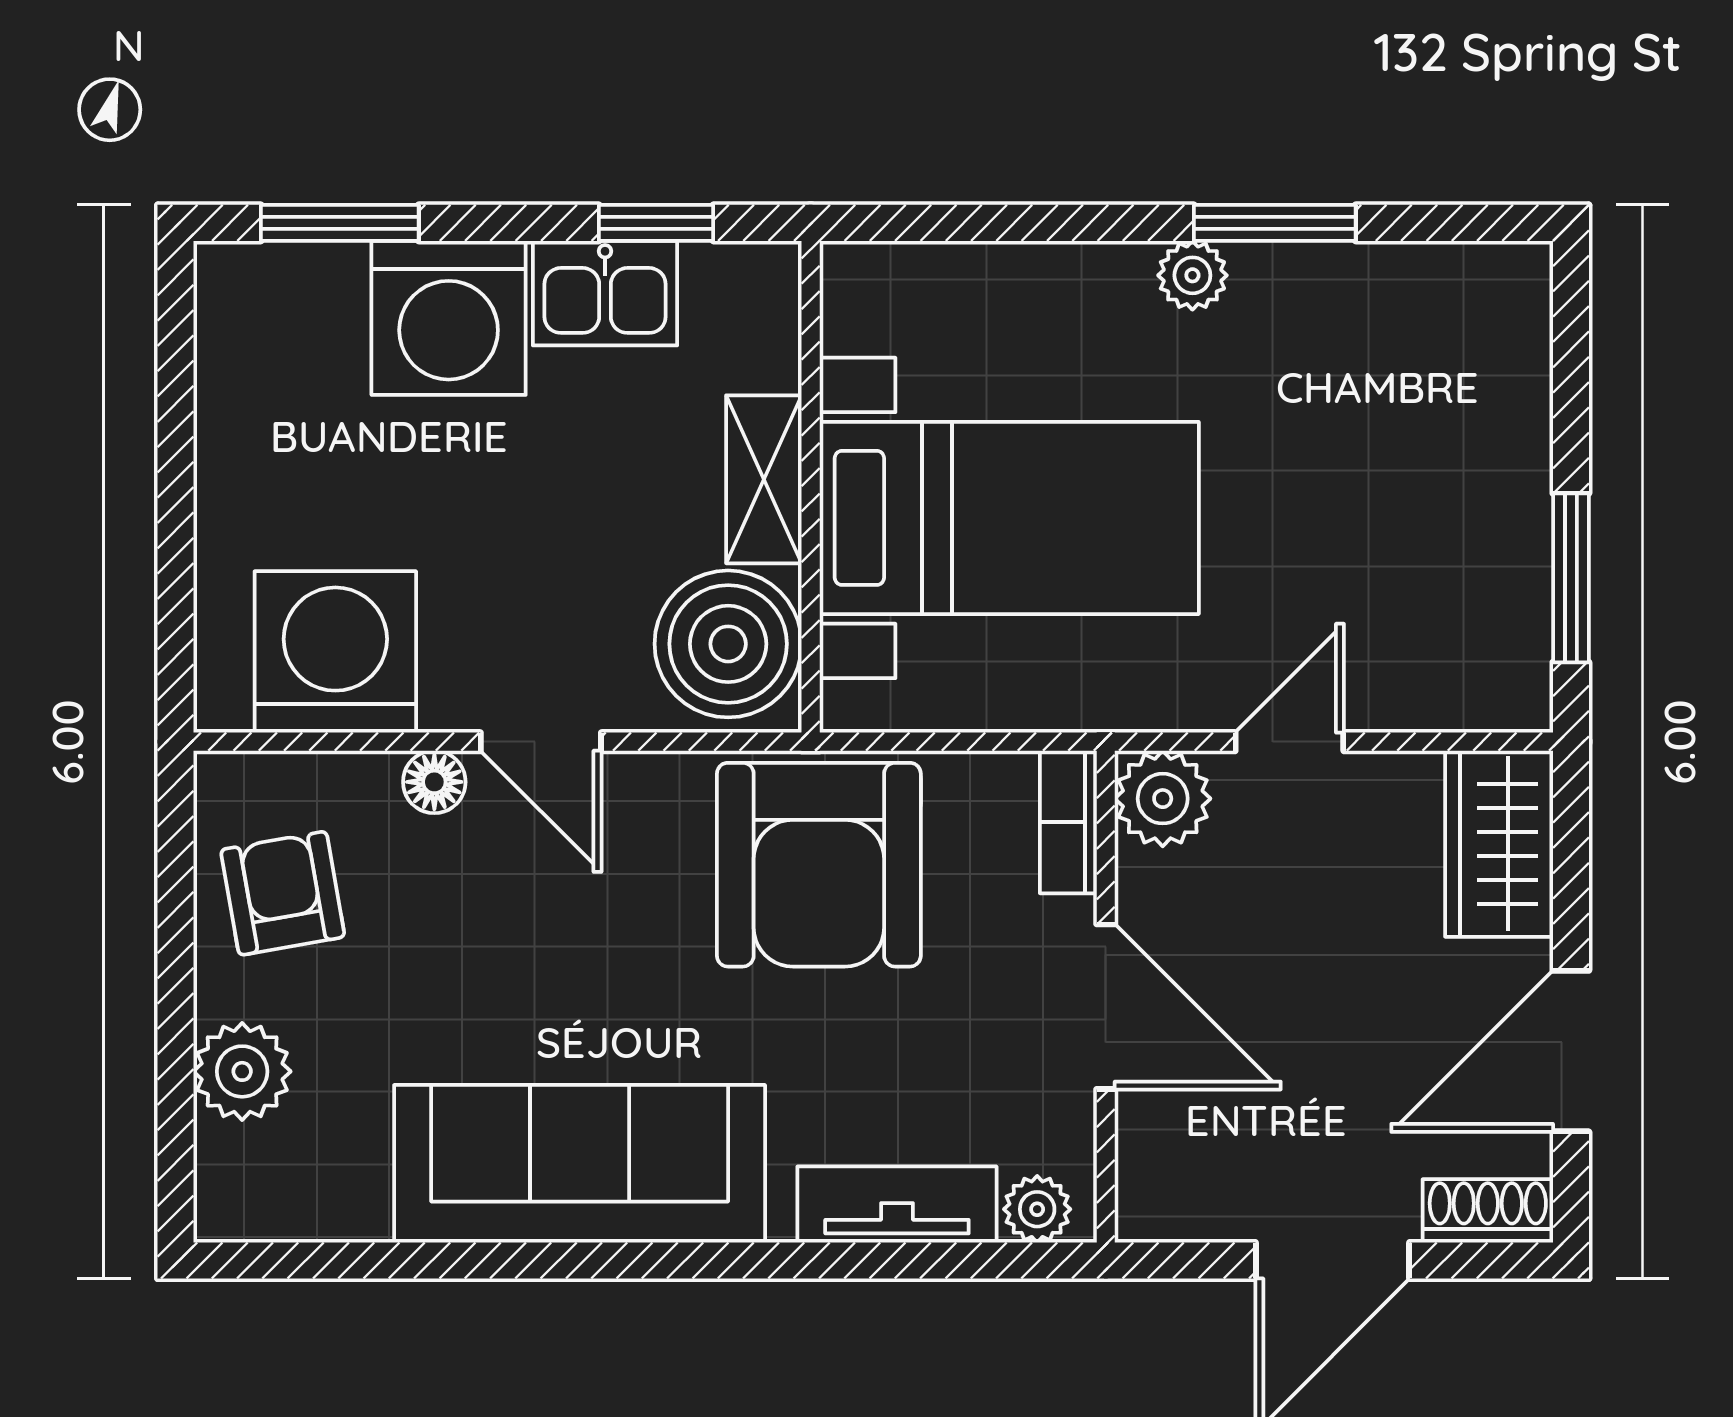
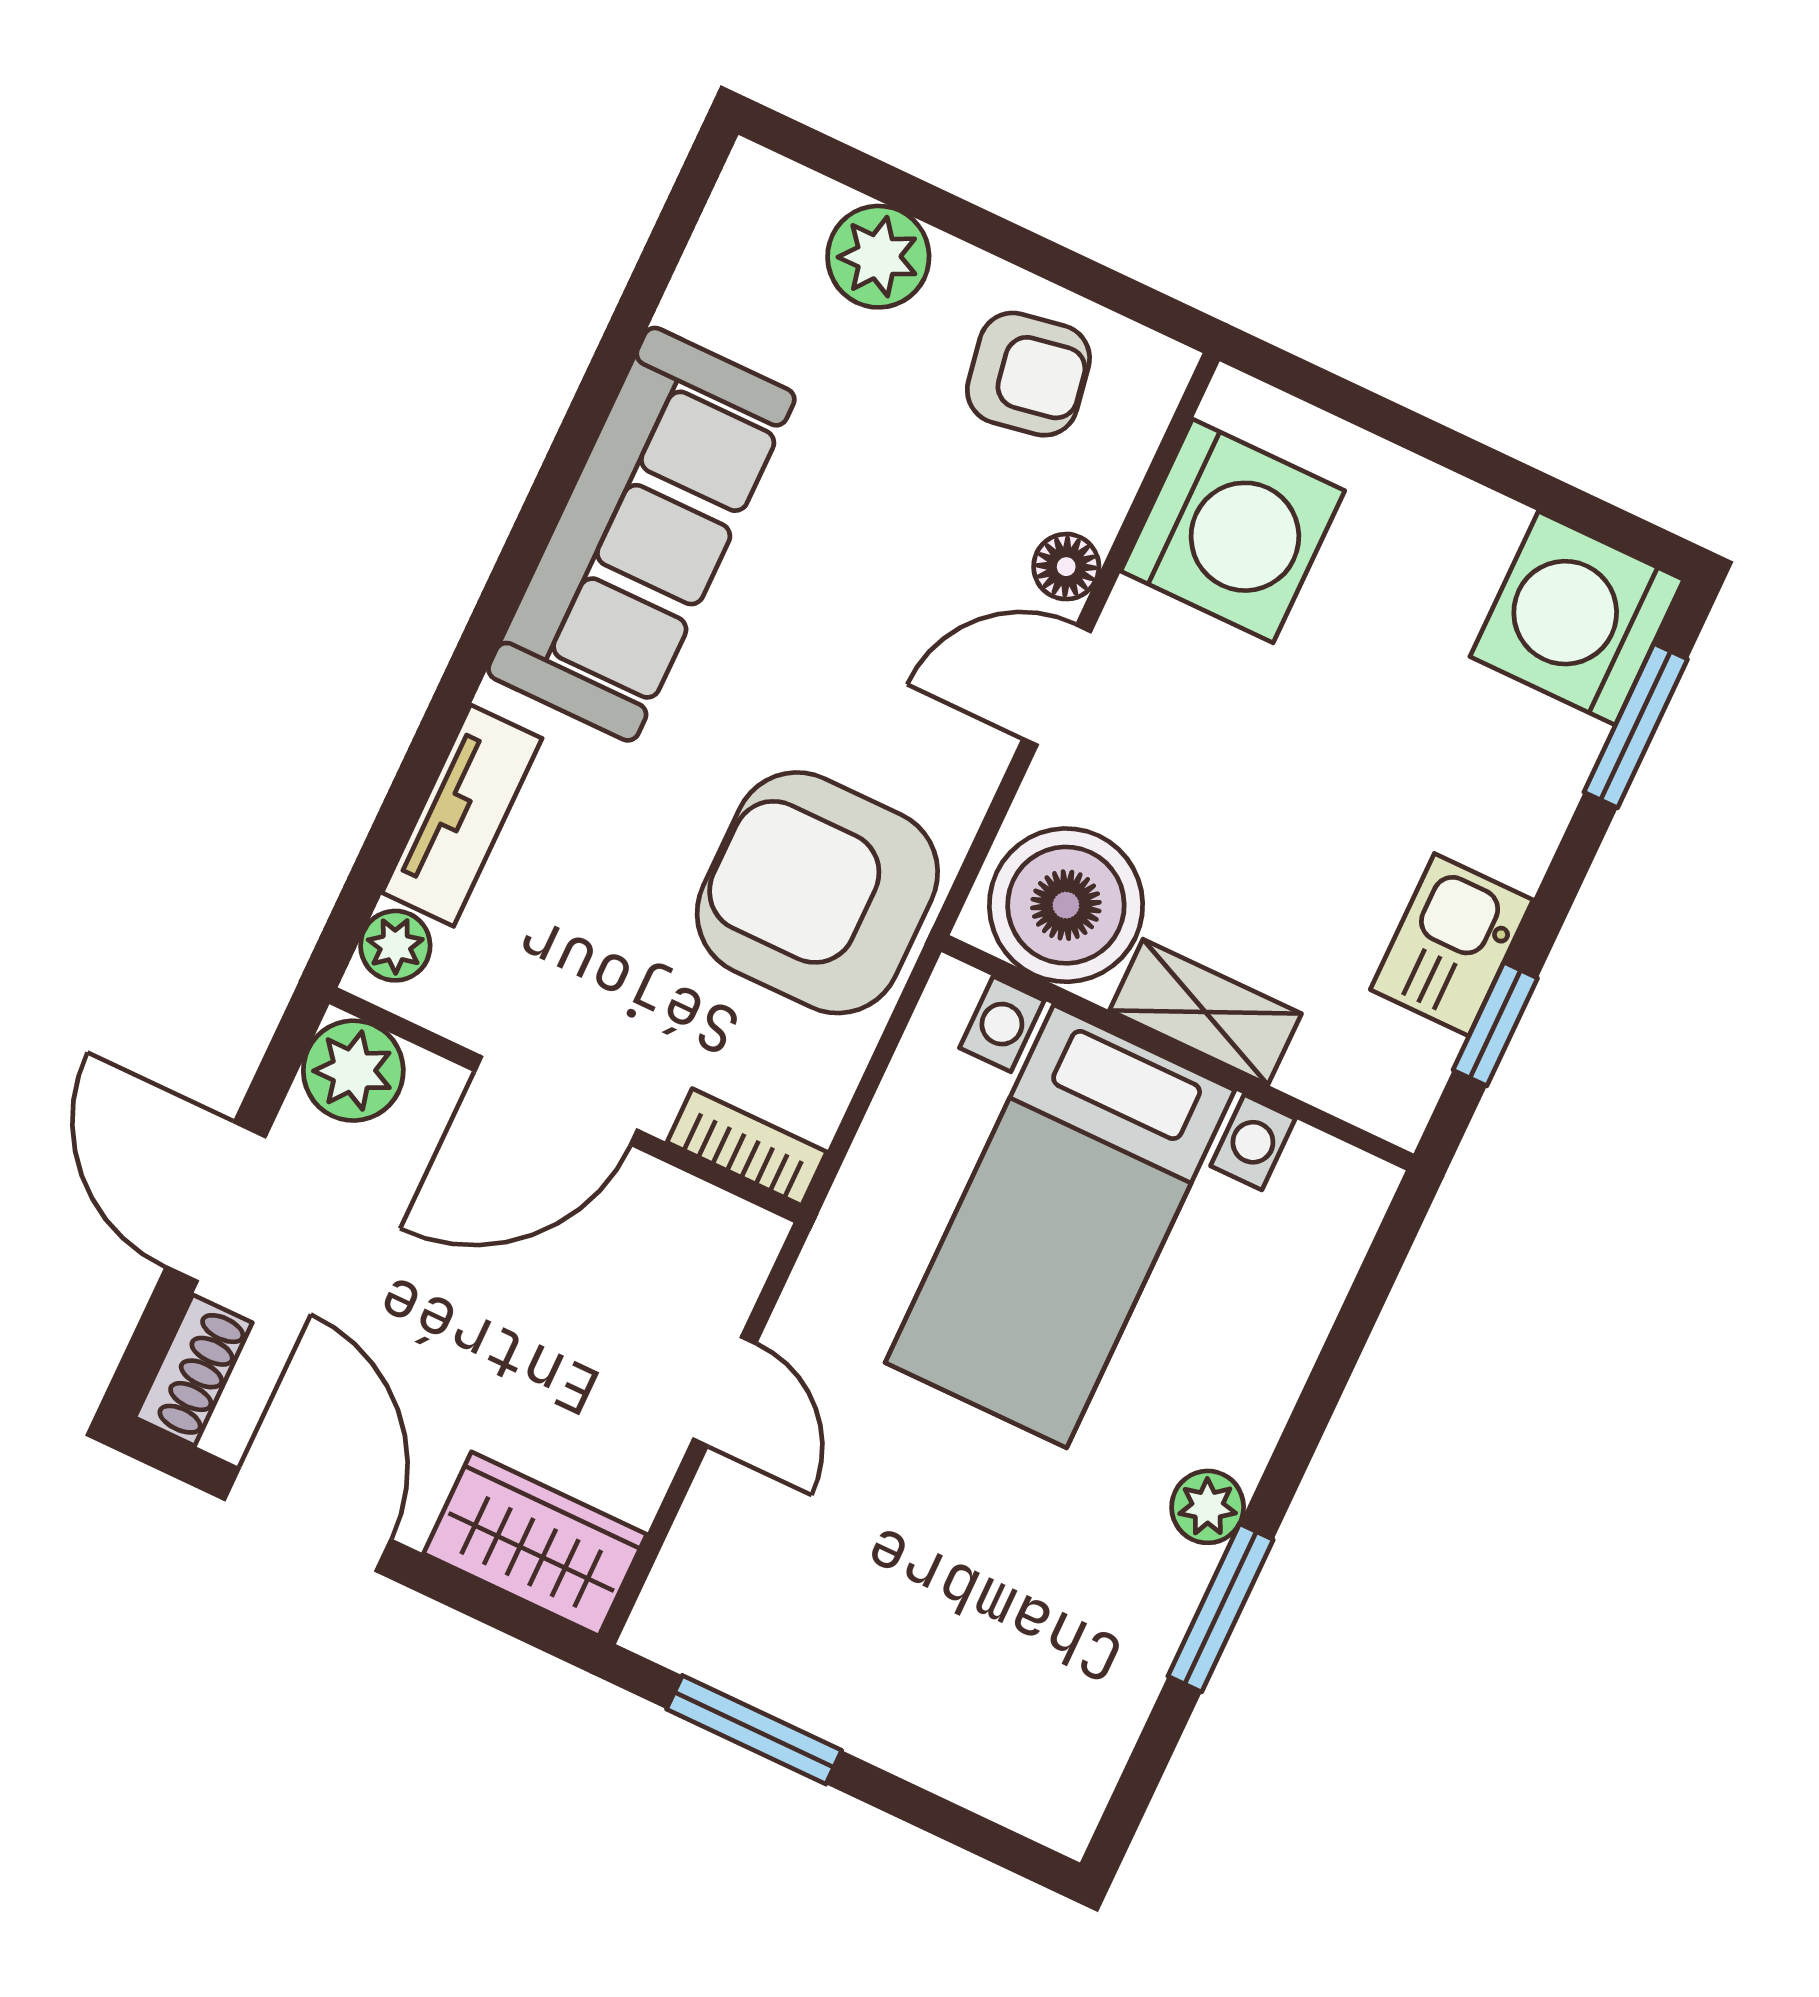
washing machine: (449, 318) -> (1577, 618), moved
plant: (1163, 799) -> (353, 1071), moved

